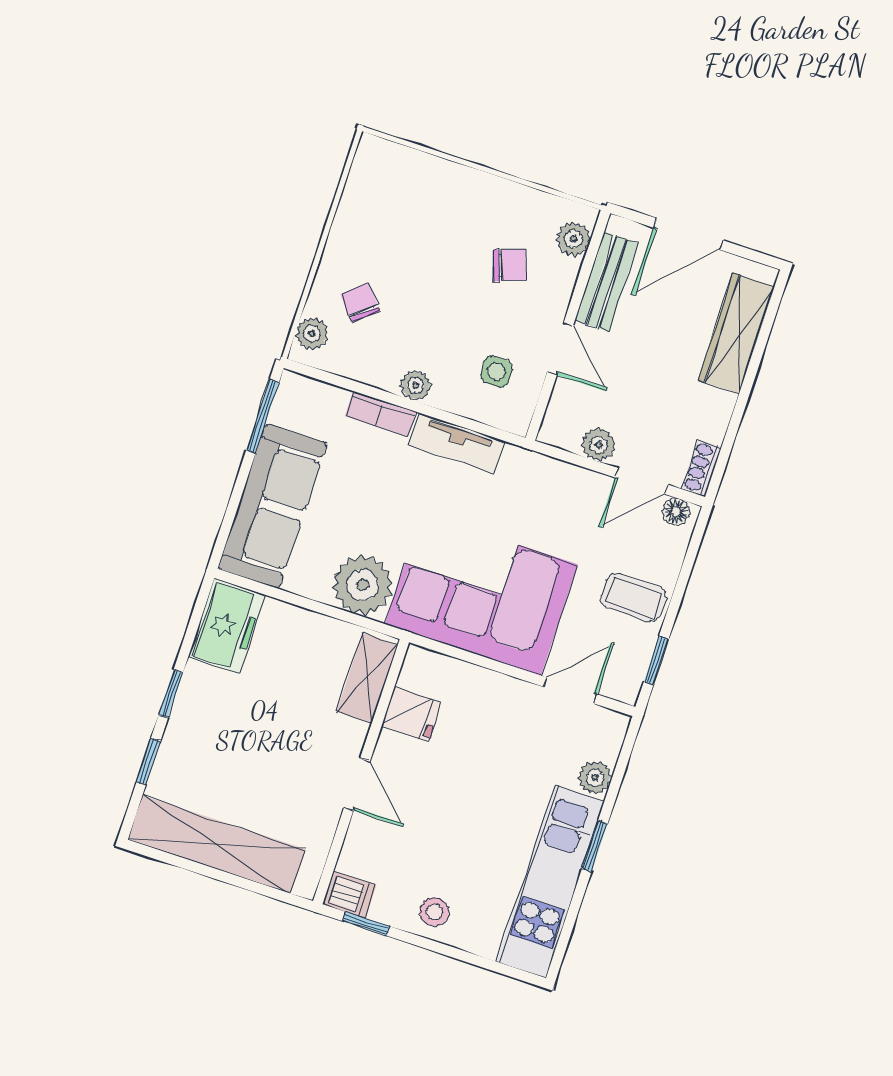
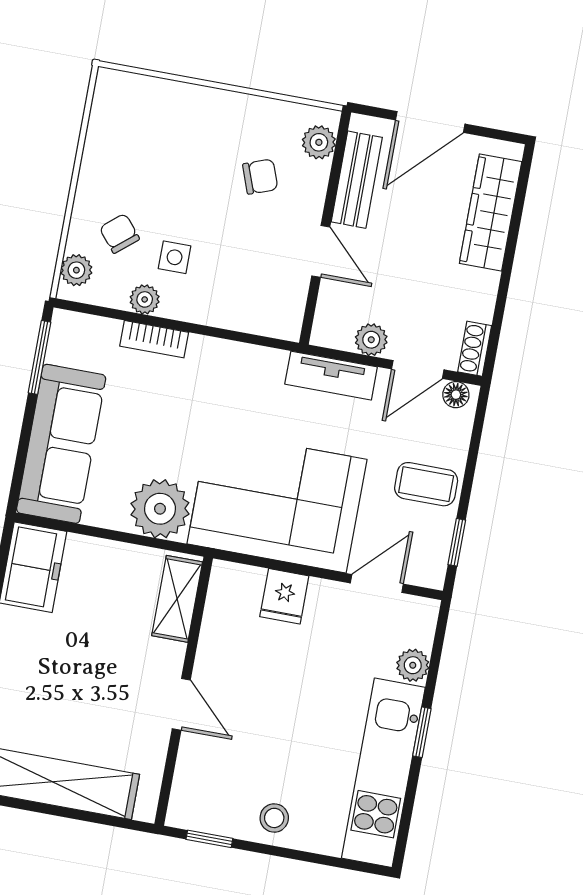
side table: (496, 372) -> (175, 257), moved
plant: (416, 385) -> (145, 299), moved
tv unit: (456, 443) -> (331, 376), moved
fridge: (411, 714) -> (284, 596), moved, turned 90
dishwasher: (349, 895) -> (189, 813), removed

